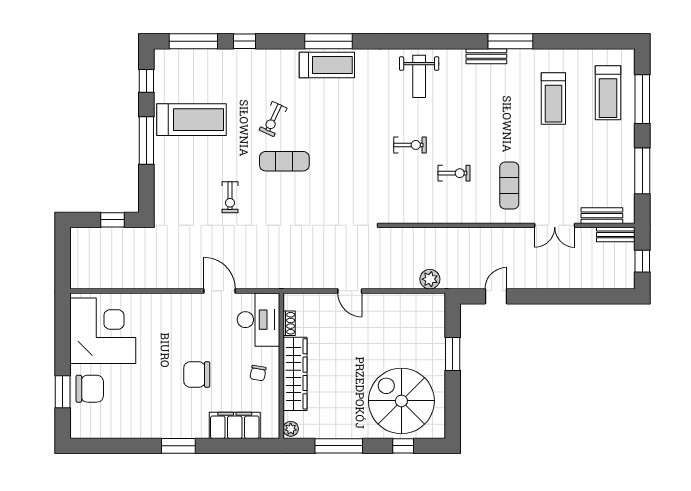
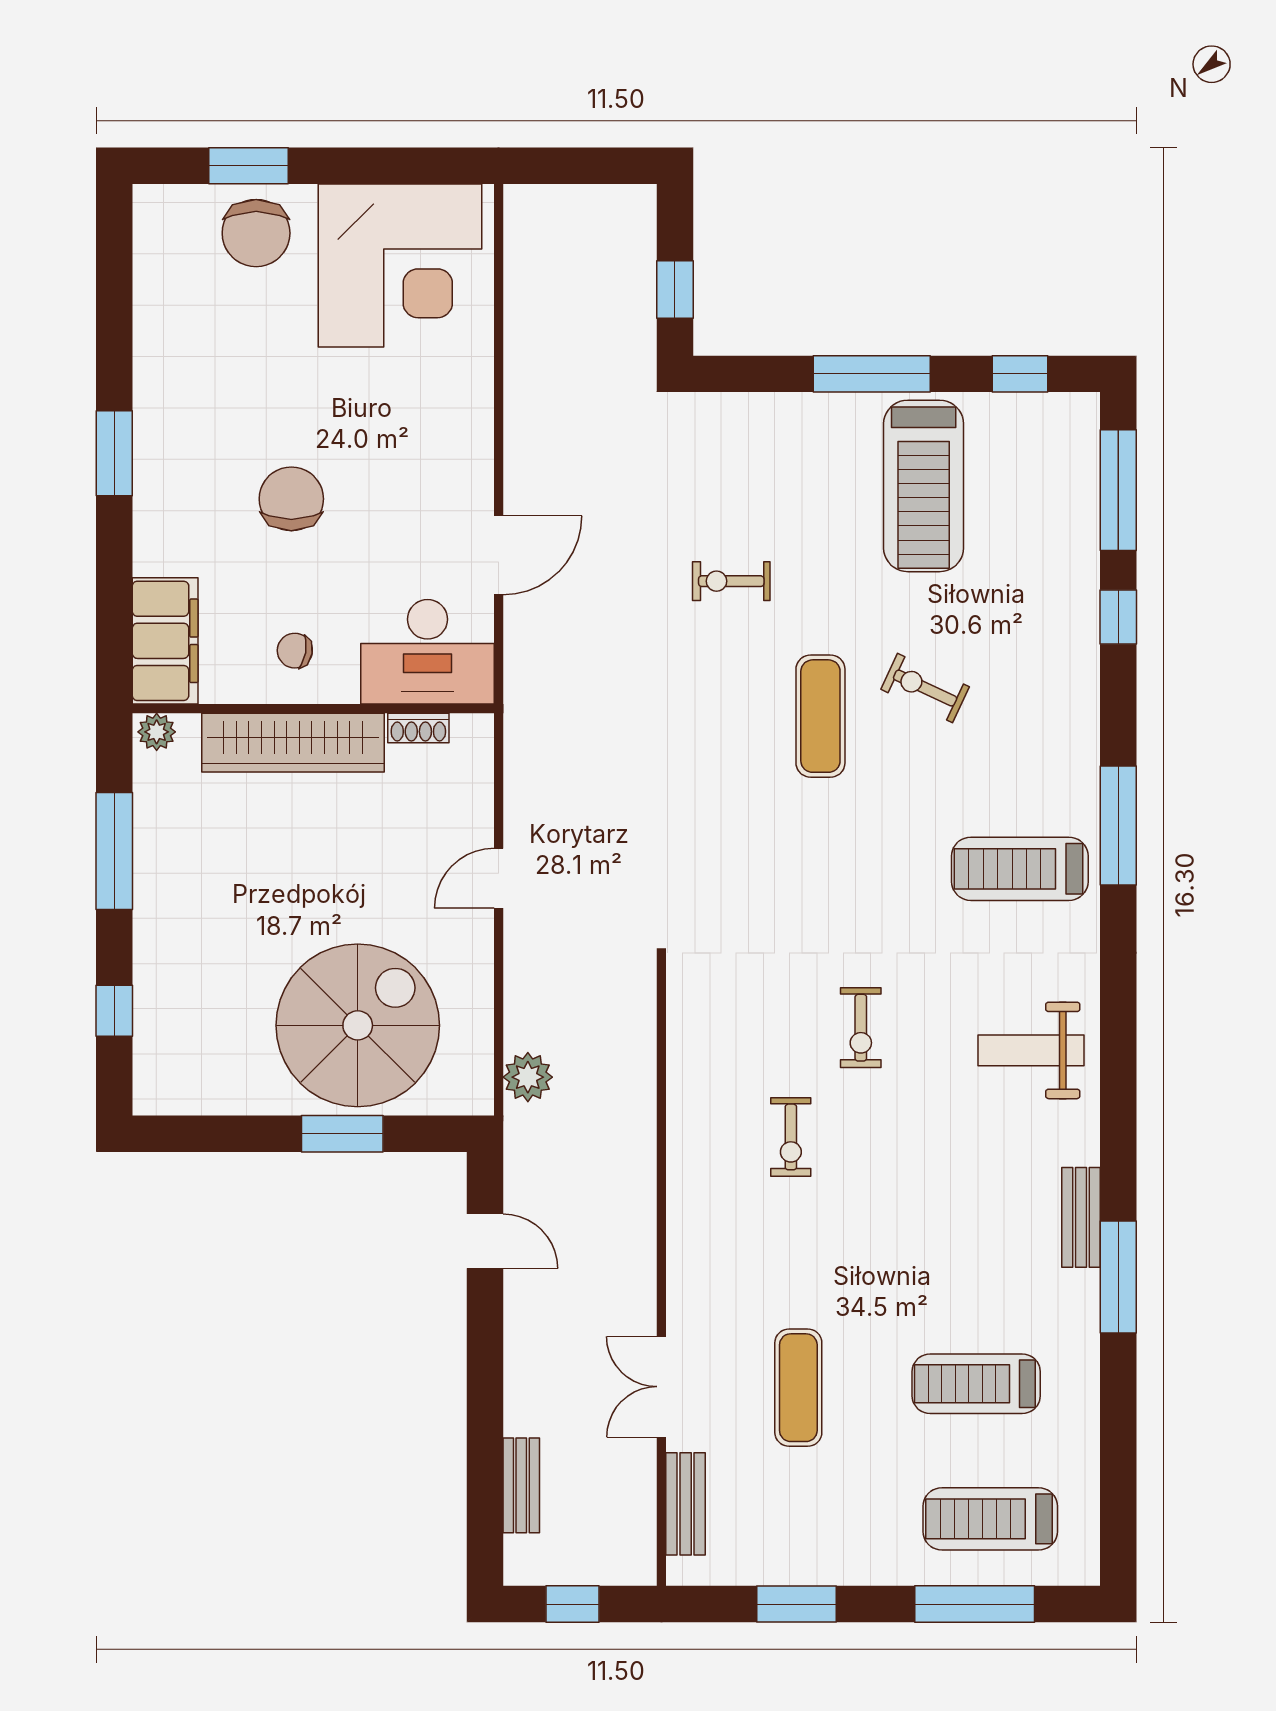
treadmill: (327, 65) -> (1020, 869), moved, turned 90
window: (642, 171) -> (796, 1604), width x0.69
exercise mat: (509, 186) -> (798, 1388), moved, turned 90
bench: (616, 234) -> (521, 1485), moved
spiral stairs: (401, 401) -> (358, 1025), moved
filing cabinet: (235, 425) -> (165, 641), moved

